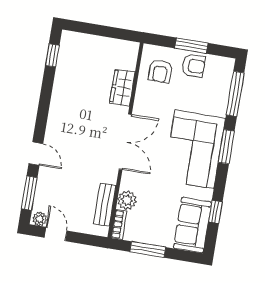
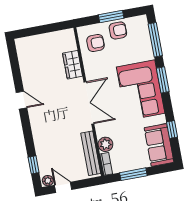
window: (52, 55) -> (14, 60), removed
armchair: (160, 71) -> (95, 43), turned -90
door: (36, 154) -> (21, 100), moved
window: (29, 193) -> (34, 165), width x0.67
bench: (105, 205) -> (91, 153), width x1.36

